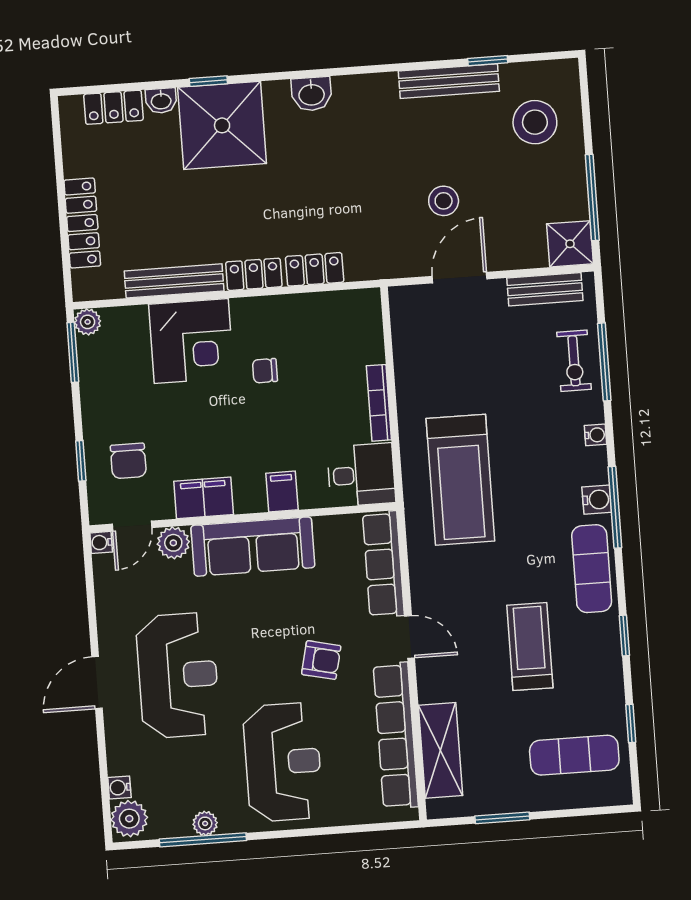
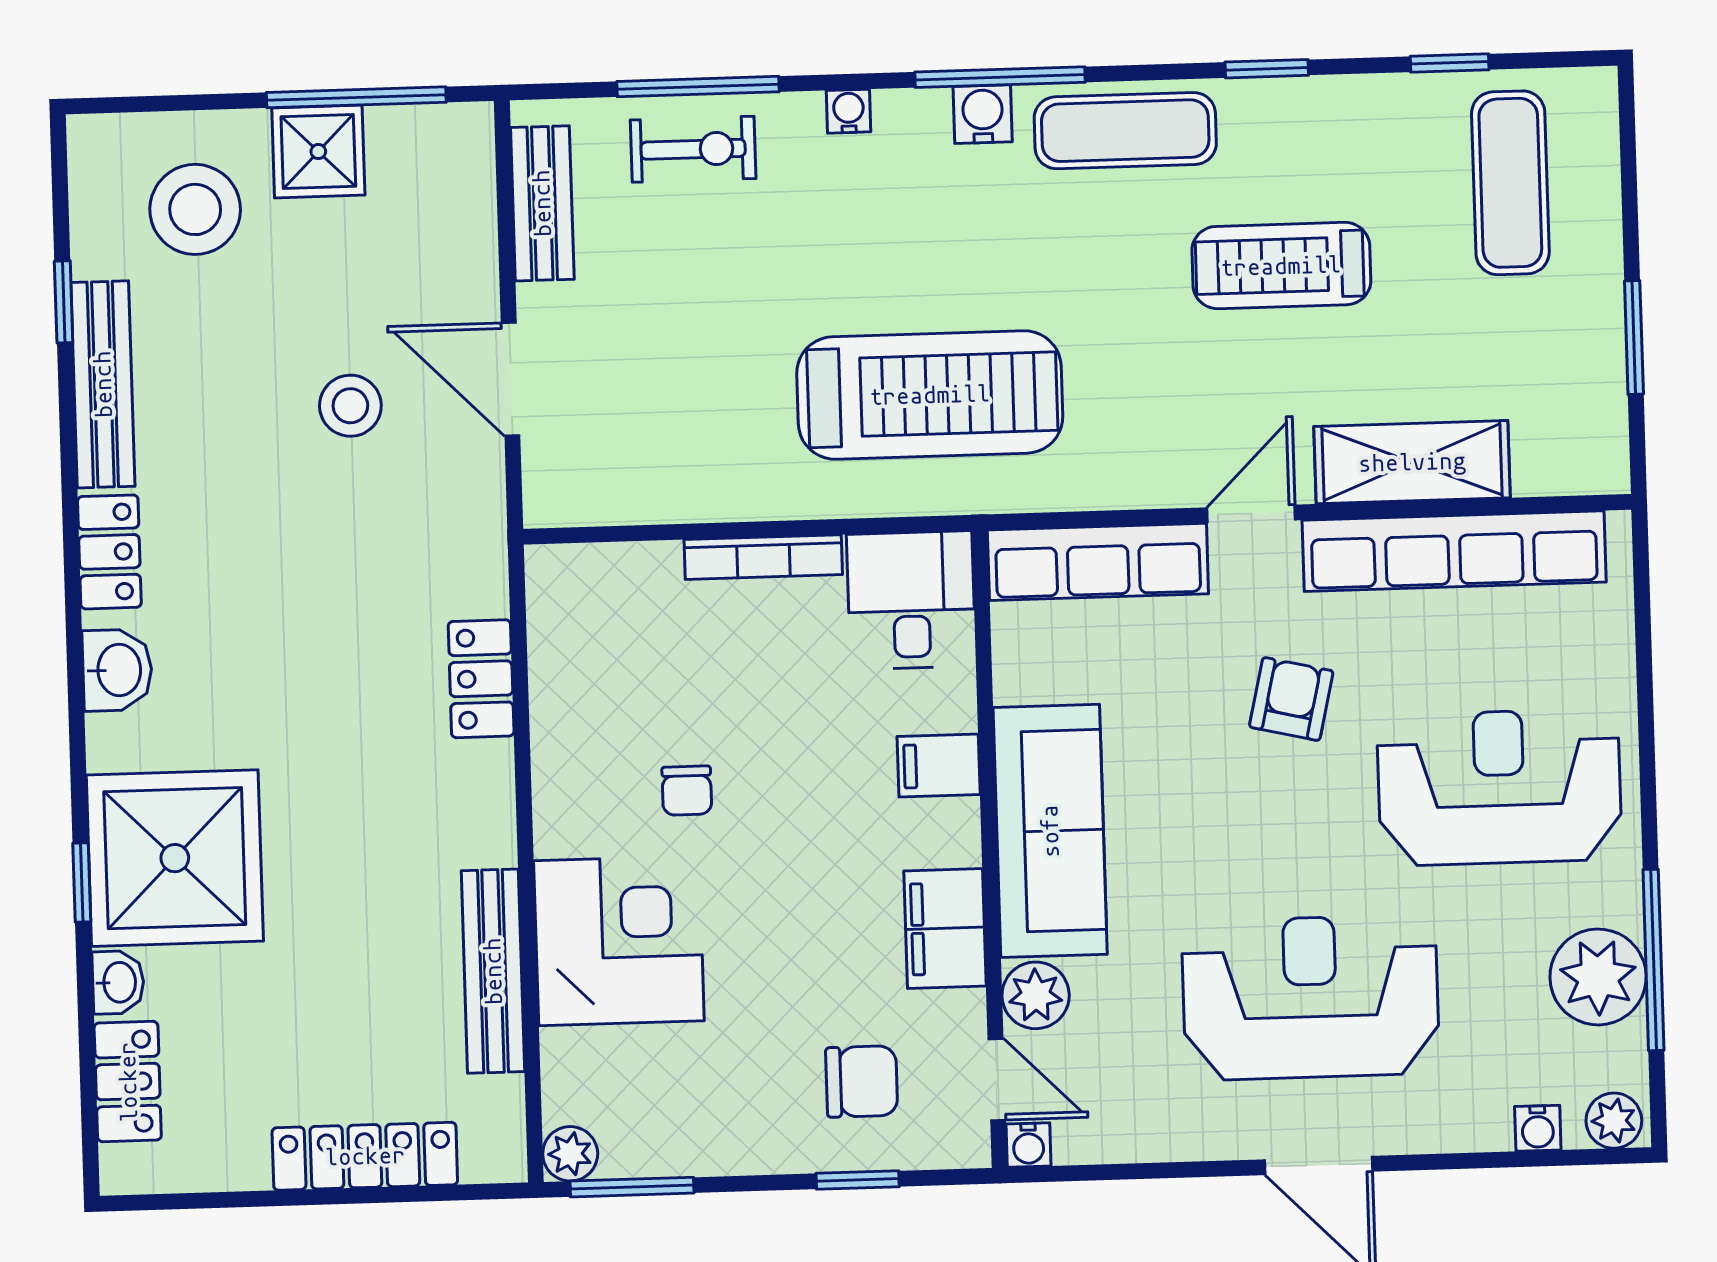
shower: (570, 244) -> (318, 152), moved
locker: (254, 274) -> (109, 552), moved, turned 180
shelving: (441, 750) -> (1412, 462), moved
plant: (129, 819) -> (1614, 1121), width x0.73, depth x0.73
plant: (205, 823) -> (1598, 977), width x1.87, depth x1.87

